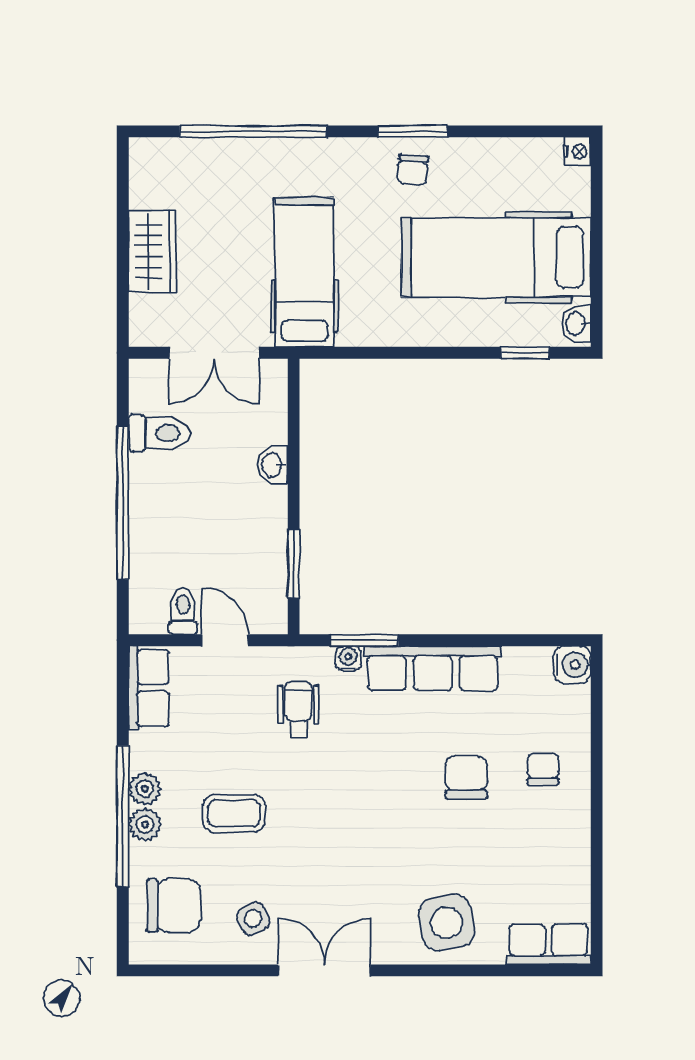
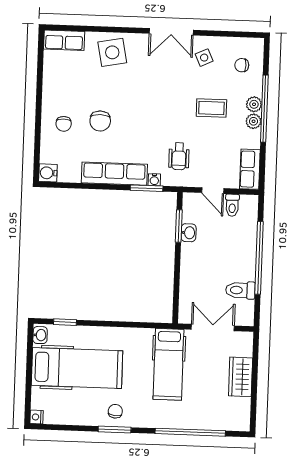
washbasin: (272, 465) -> (189, 233), moved
chair: (174, 906) -> (242, 65), width x0.54, depth x0.54

